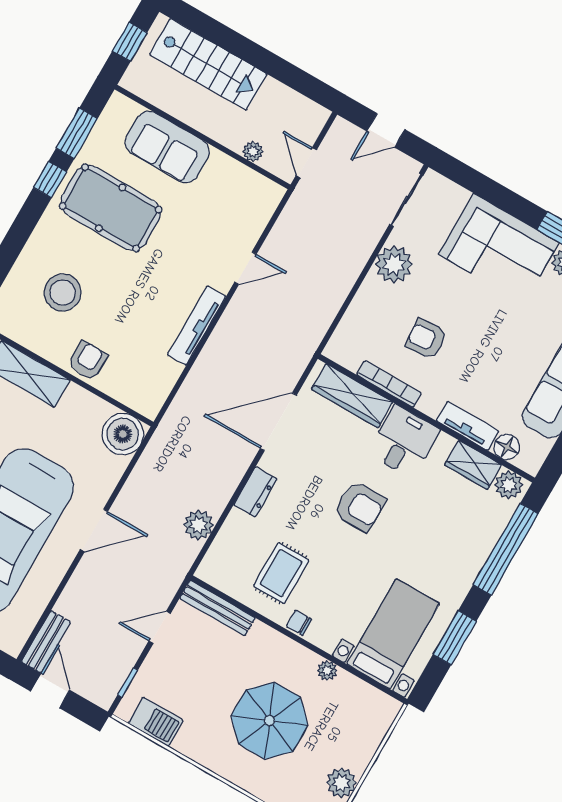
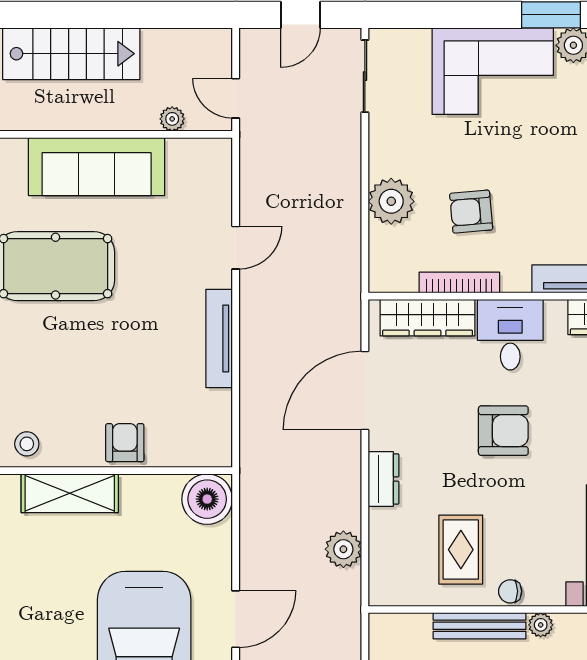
sofa: (167, 147) -> (97, 167), width x1.36
plant: (394, 264) -> (391, 201), moved
stool: (63, 293) -> (27, 444), moved, width x0.53, depth x0.53
bench: (218, 608) -> (480, 626), moved
plant: (327, 671) -> (541, 625), moved

